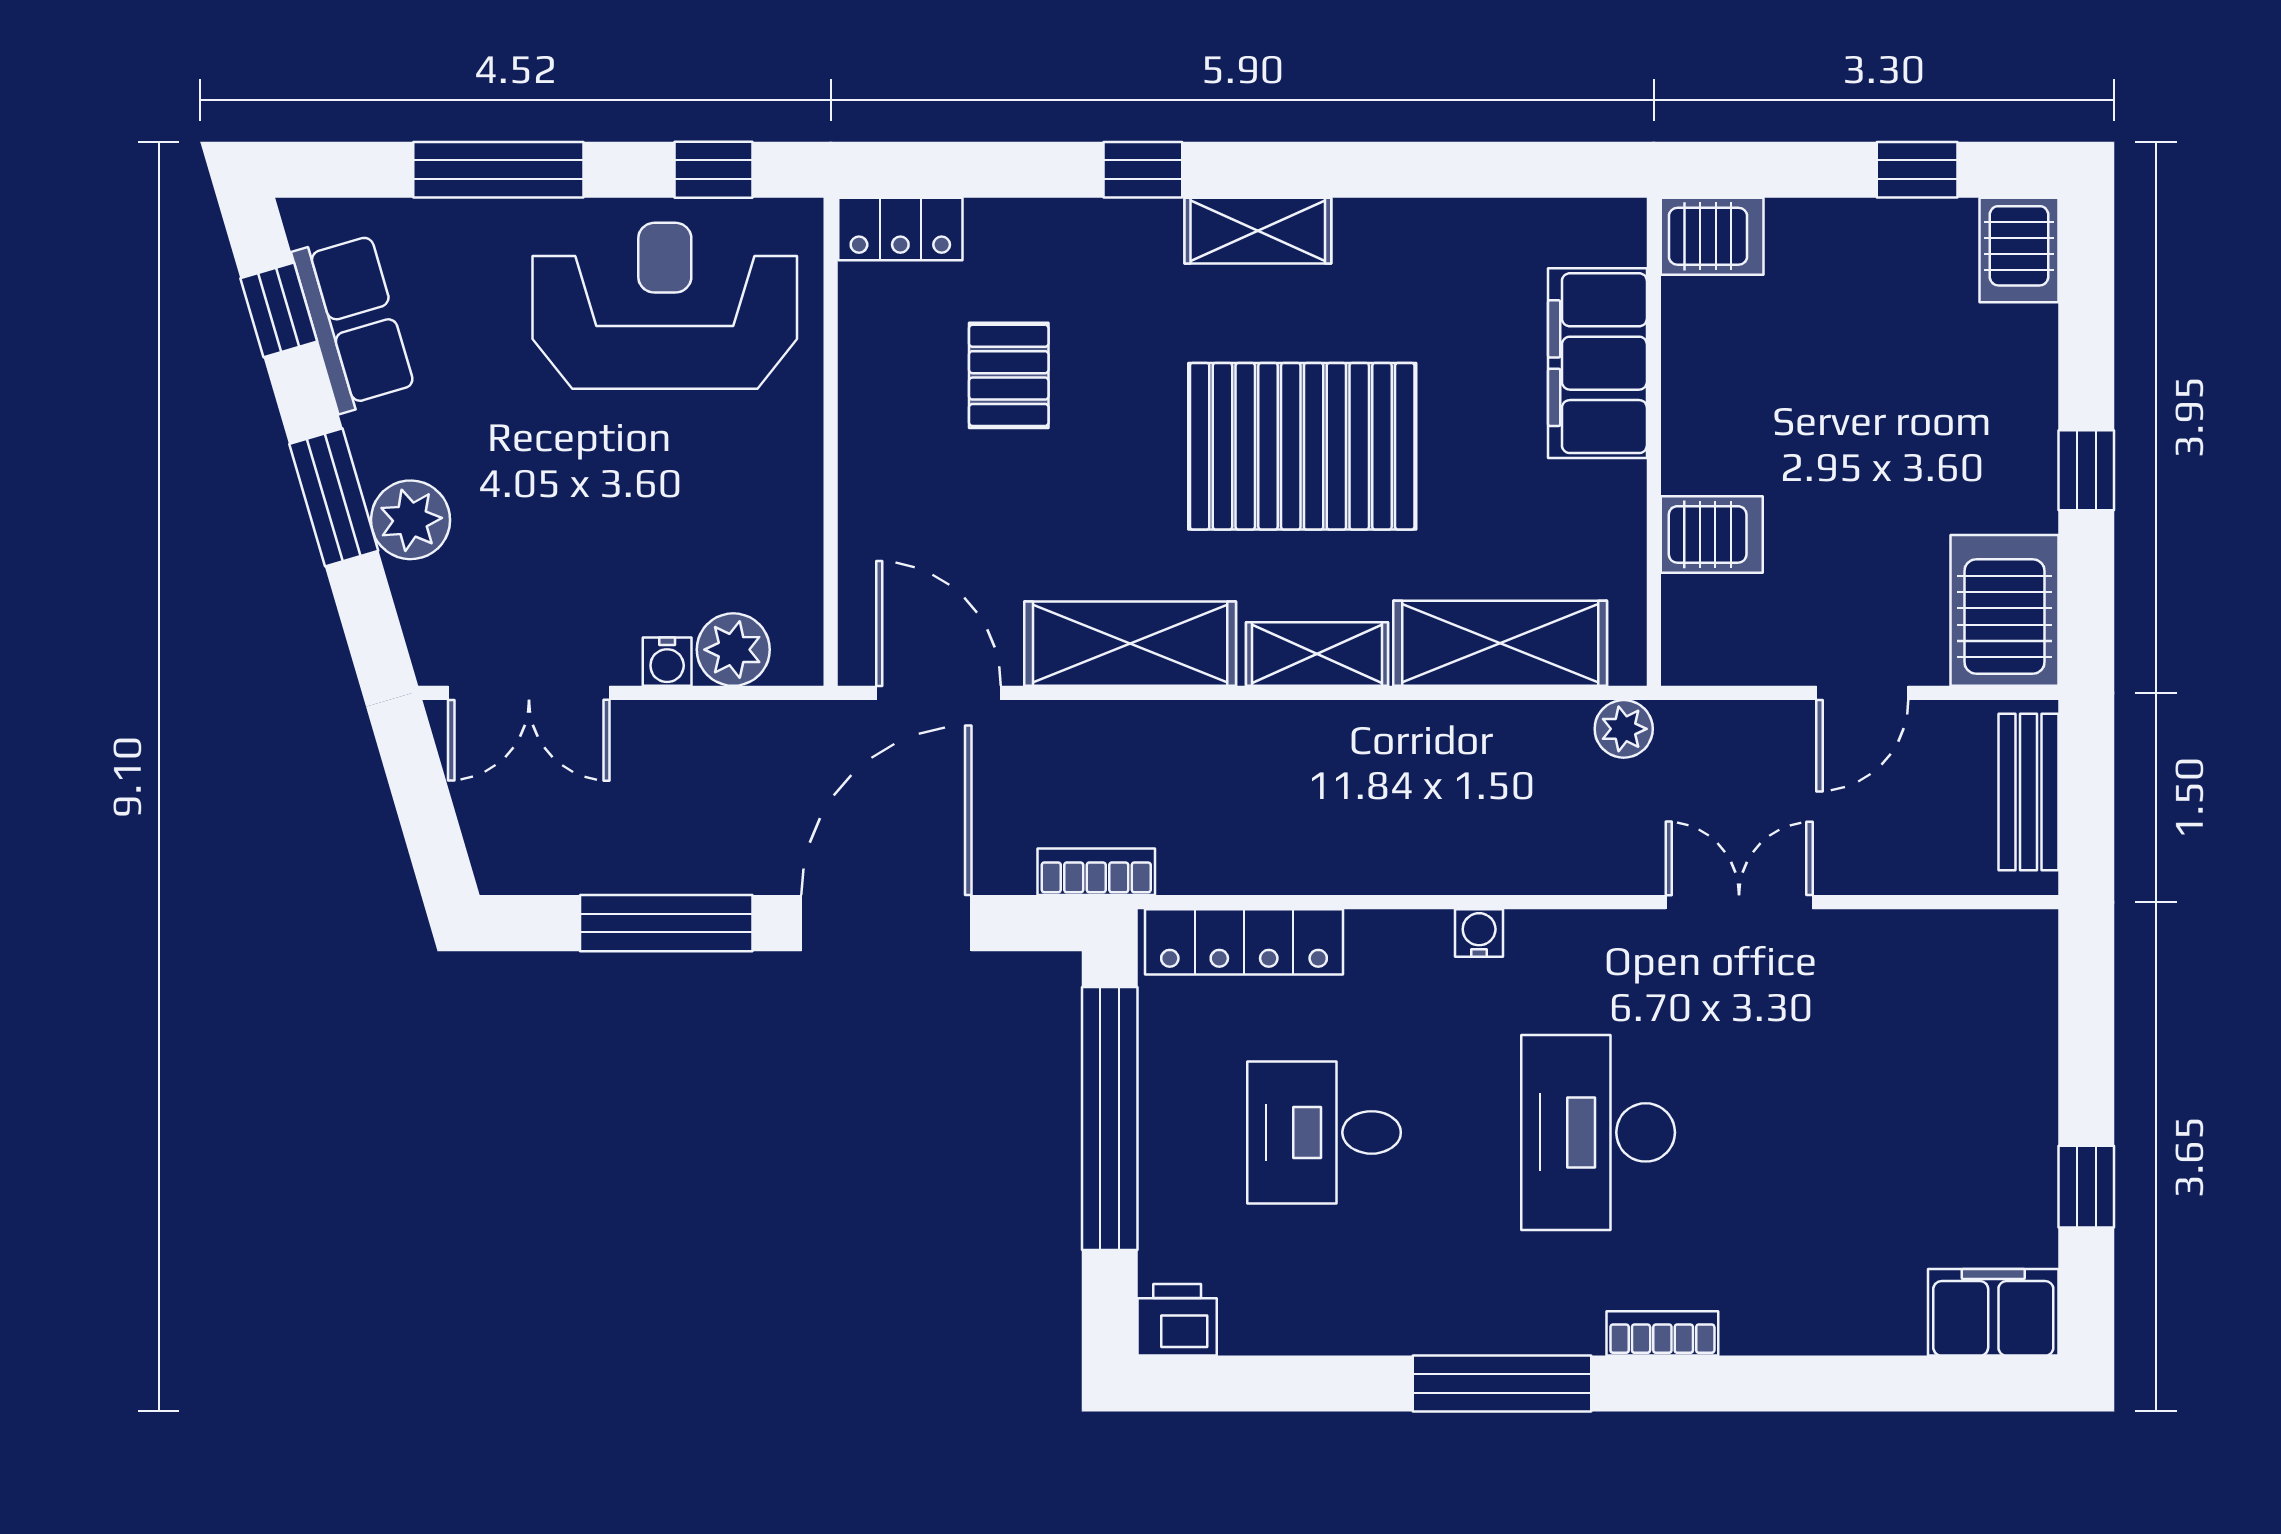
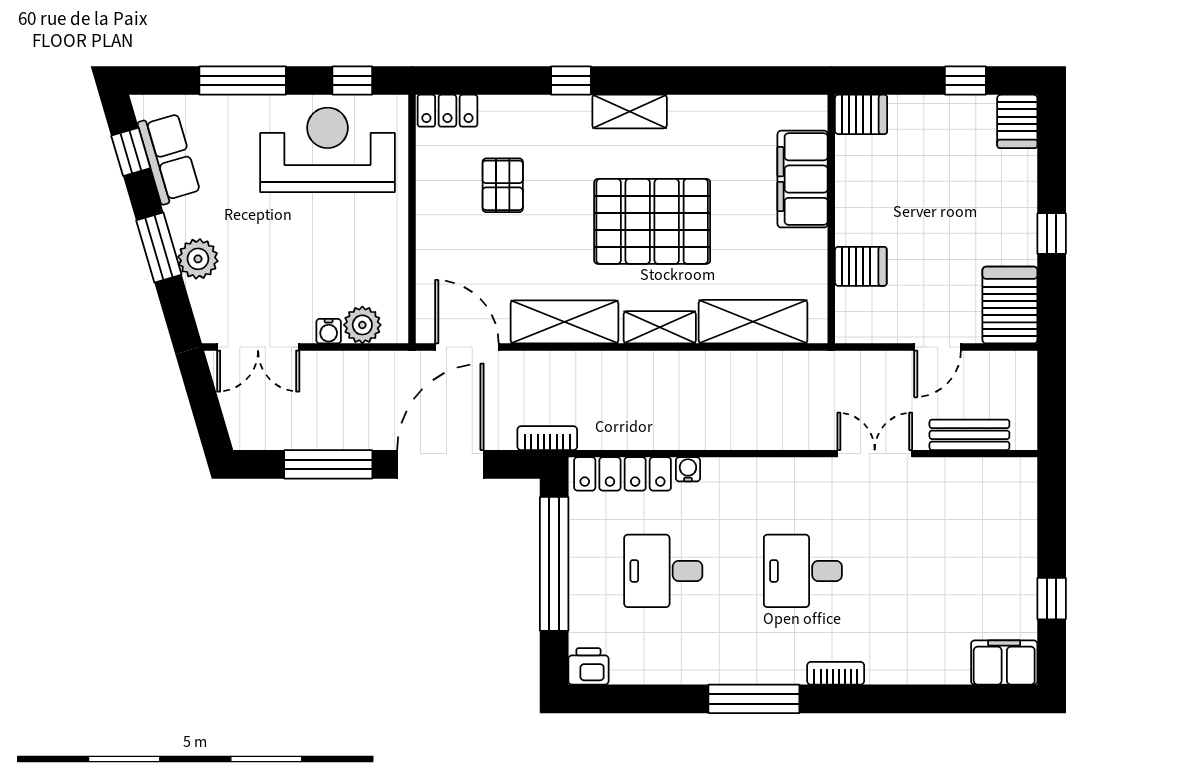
plant: (1624, 729) -> (816, 365), removed
bench: (2028, 792) -> (969, 435), moved, turned 90
water cooler: (1479, 933) -> (688, 469), moved
desk: (1598, 1132) -> (803, 571), width x0.73

